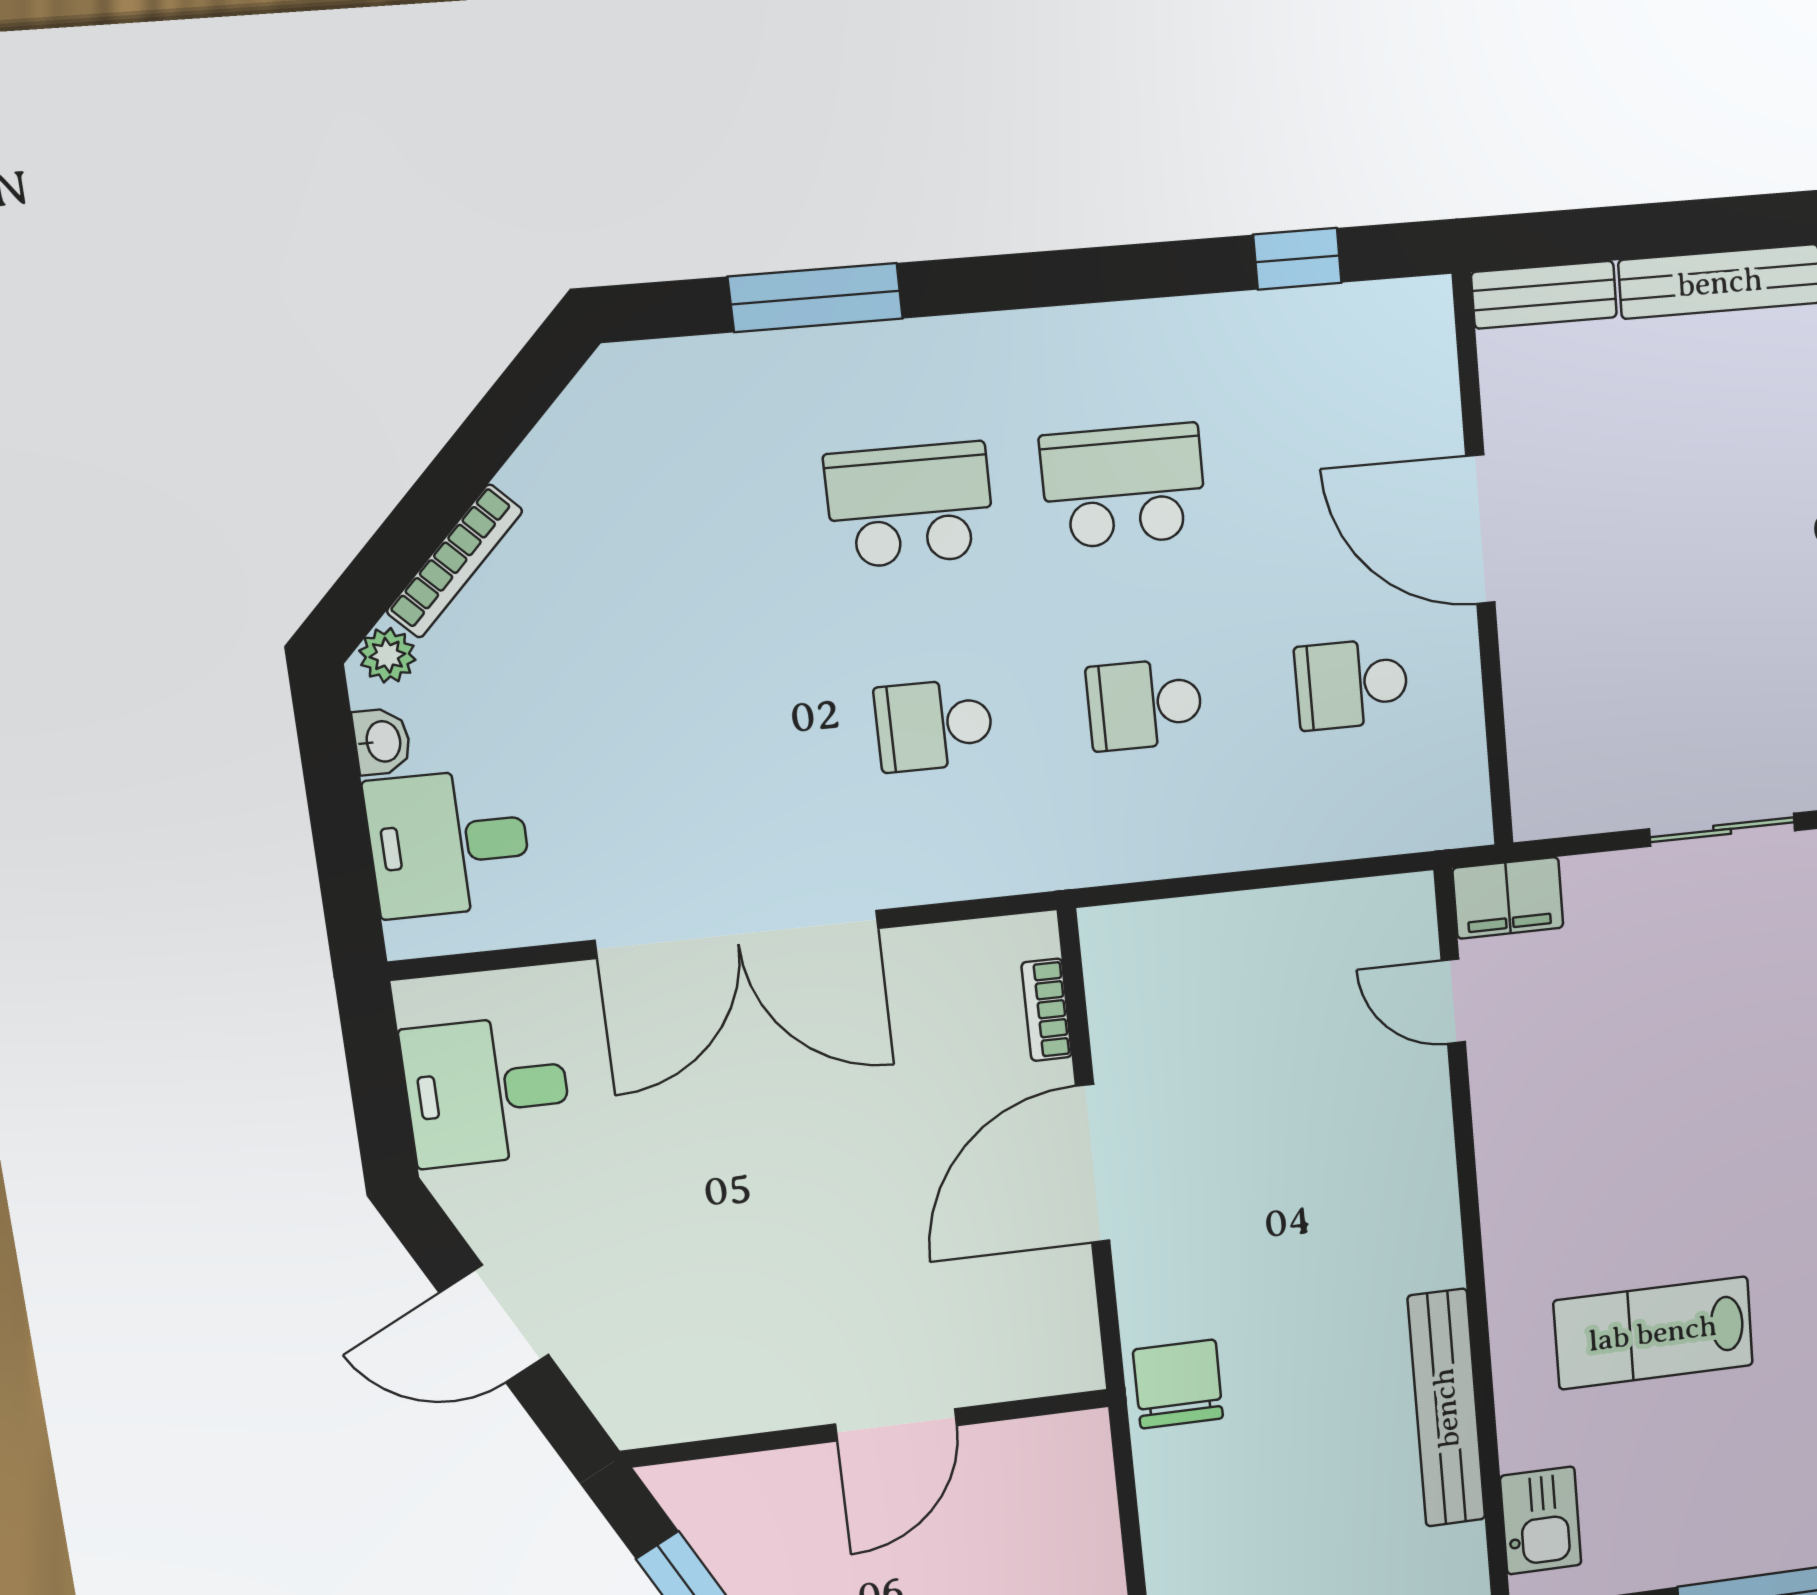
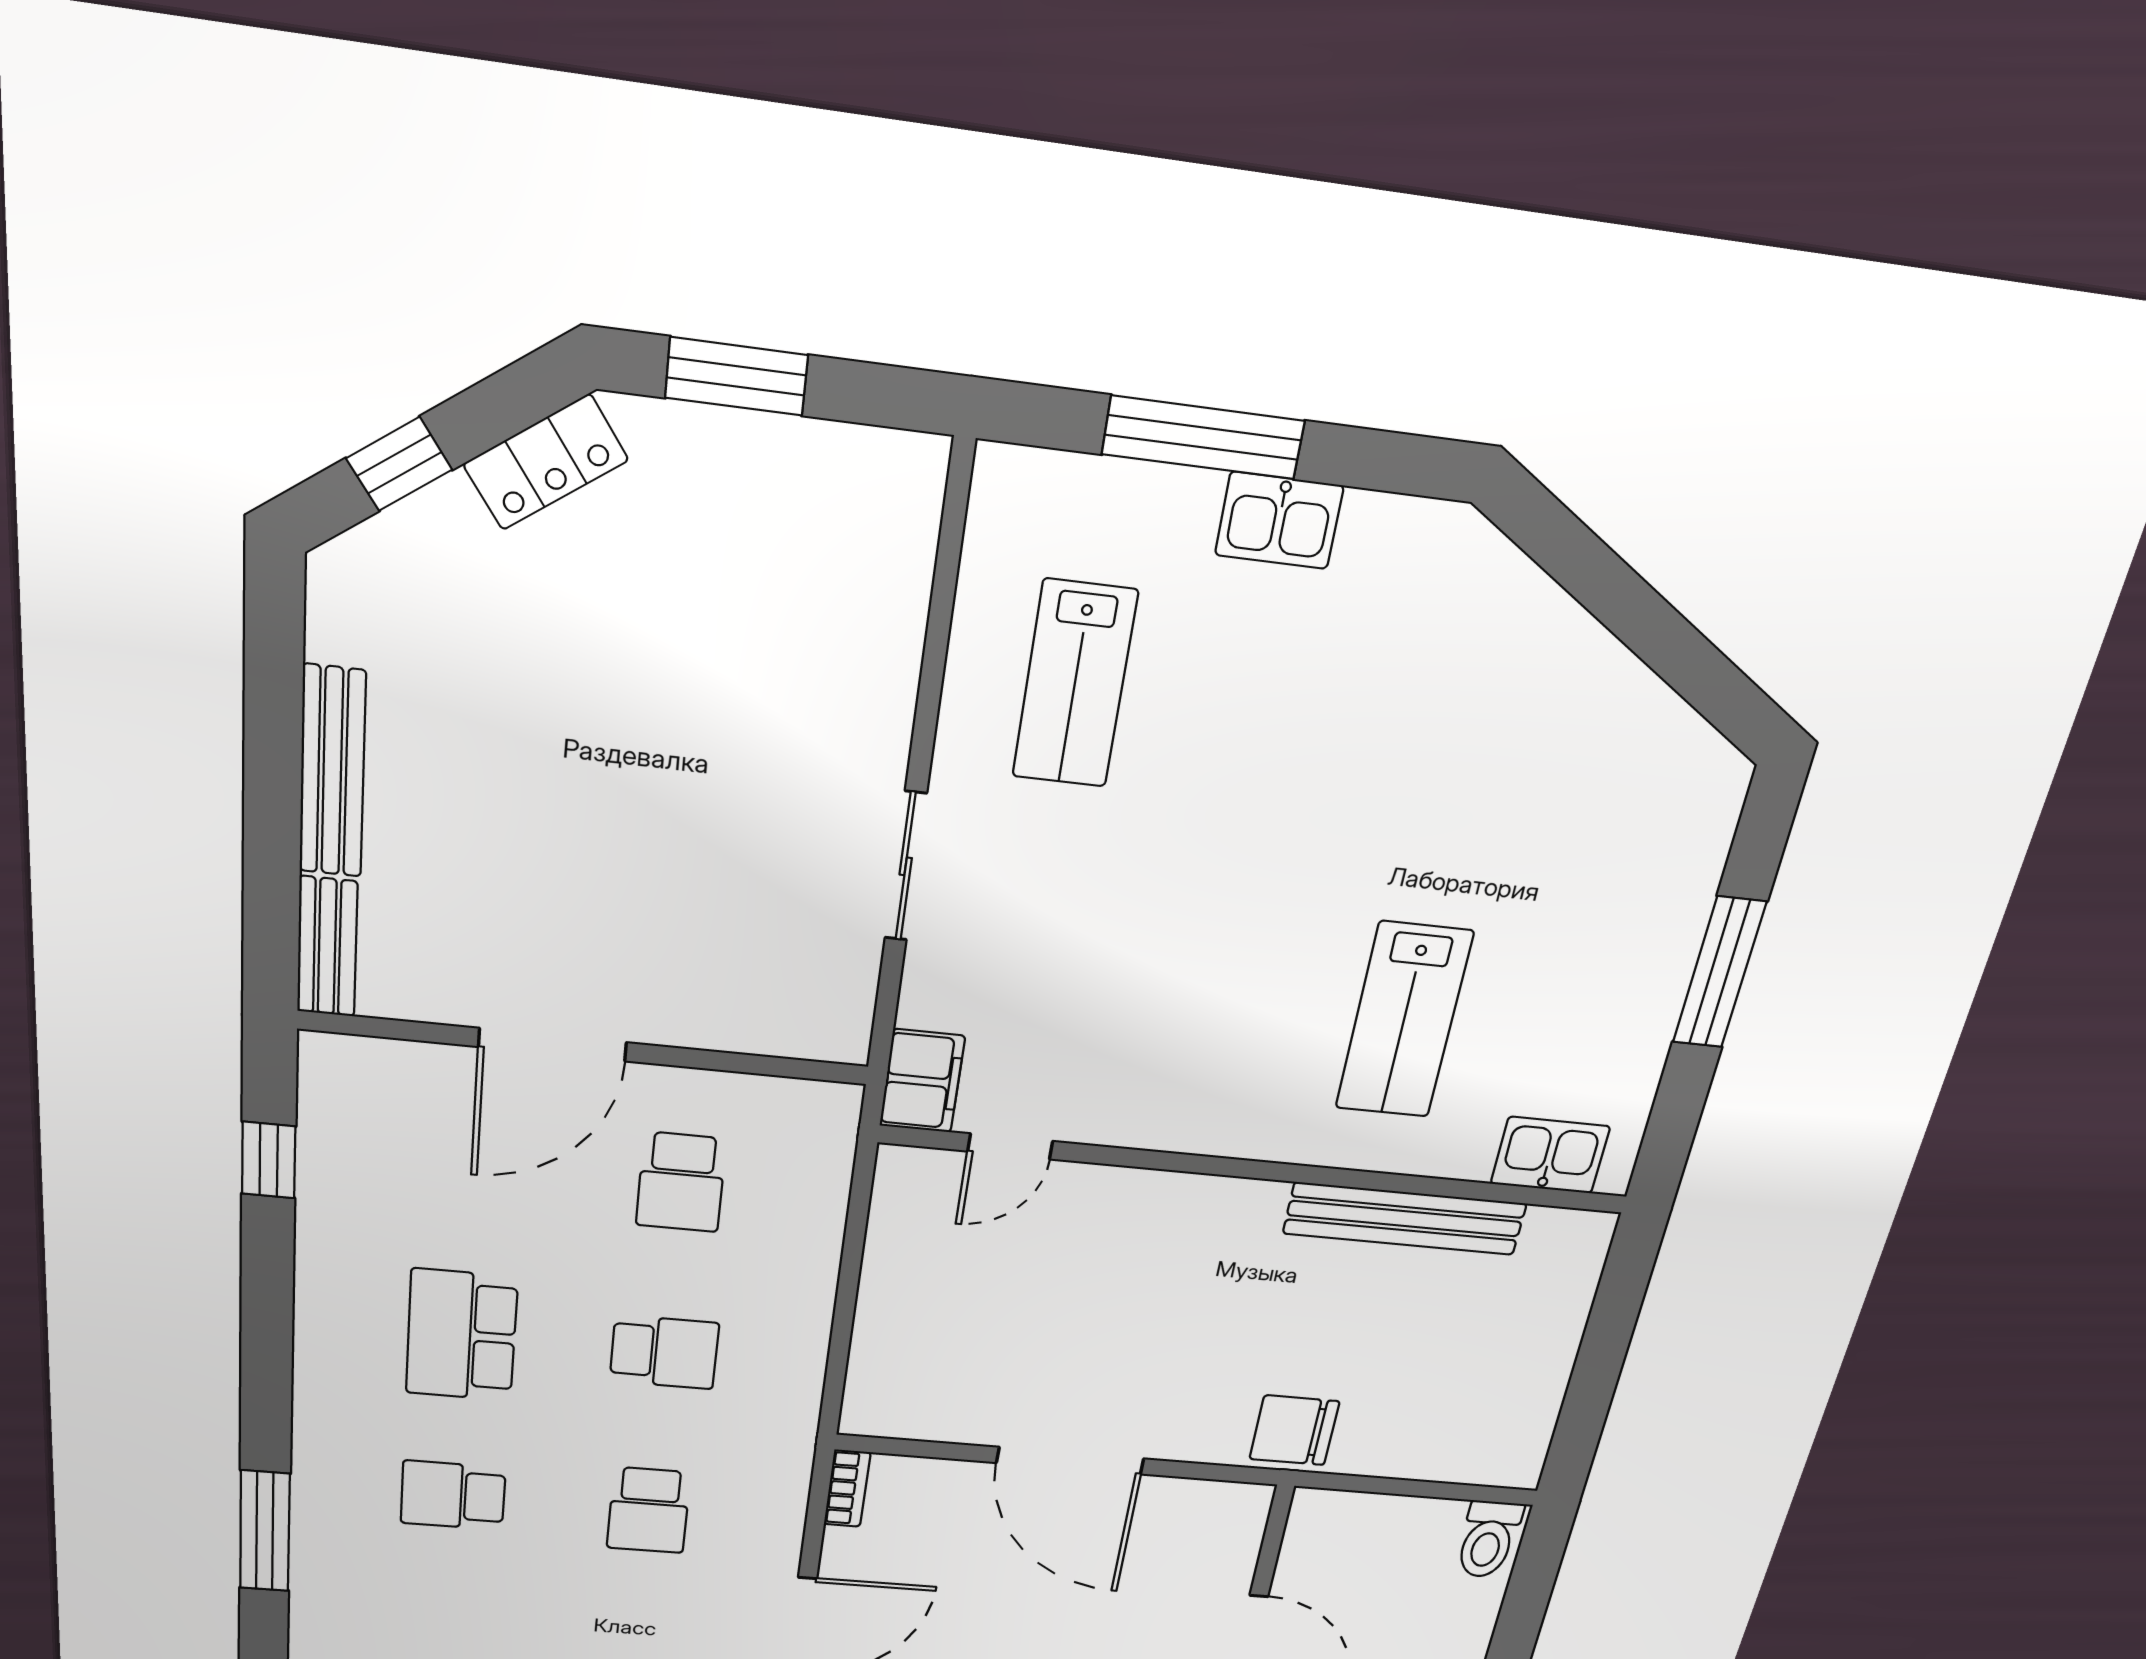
school desk: (910, 505) -> (453, 1495), width x0.54
school desk: (1145, 704) -> (664, 1352), turned -90
bookcase: (1047, 1010) -> (847, 1488), moved, turned -90

